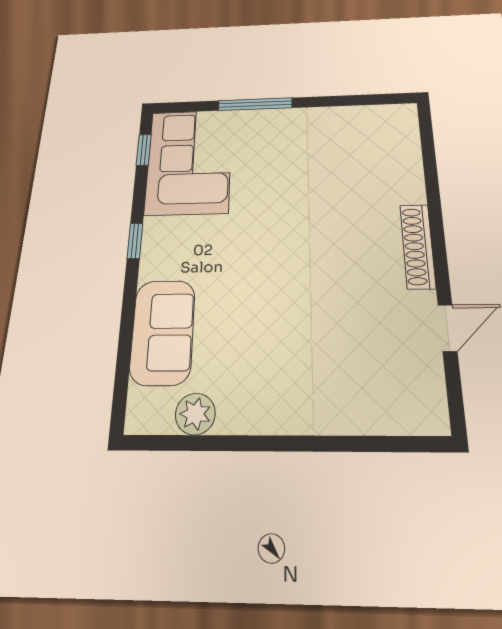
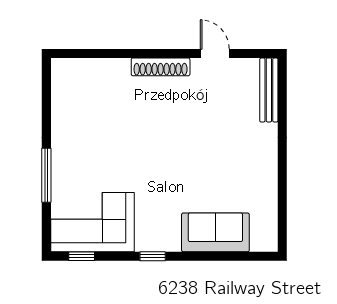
plant: (195, 414) -> (266, 209), removed
bench: (394, 420) -> (269, 90), added

